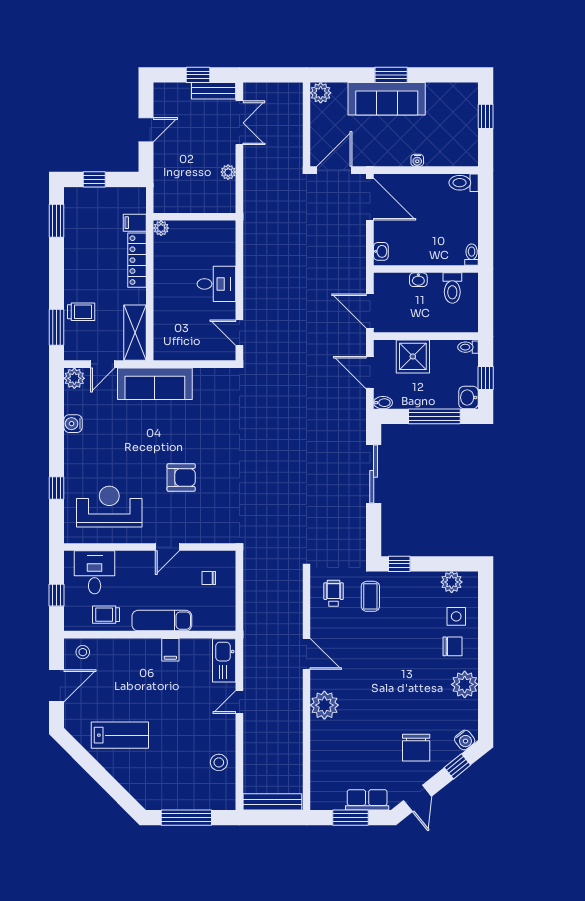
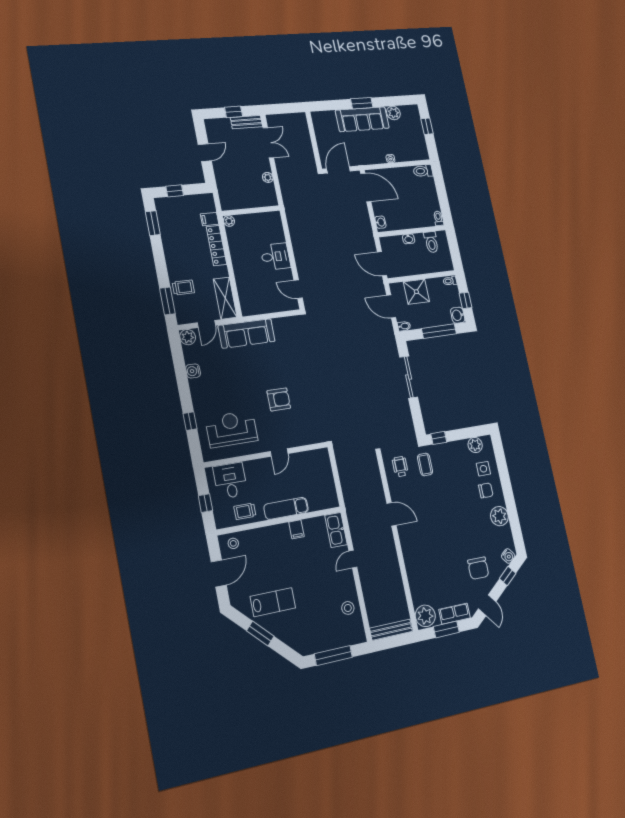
plant: (321, 93) -> (393, 113), moved
chair: (209, 578) -> (313, 470), removed
plant: (324, 705) -> (425, 616), moved
window: (95, 770) -> (260, 633), added

